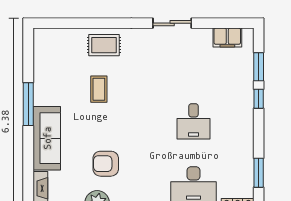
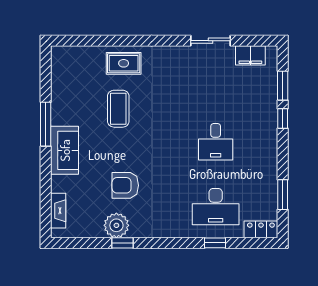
sliding door: (172, 23) -> (210, 41), moved
coffee table: (99, 89) -> (118, 109), width x1.36, depth x1.30
sofa: (47, 138) -> (65, 150), width x0.73

